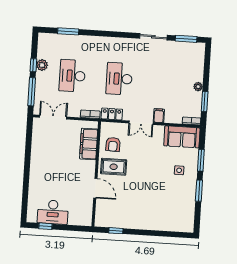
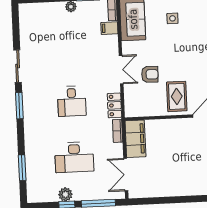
window: (186, 39) -> (19, 106), moved
desk: (119, 79) -> (72, 101), width x0.73
filing cabinet: (159, 116) -> (109, 28), moved
filing cabinet: (89, 144) -> (135, 139), moved, turned -90
armchair: (113, 144) -> (150, 74), moved

